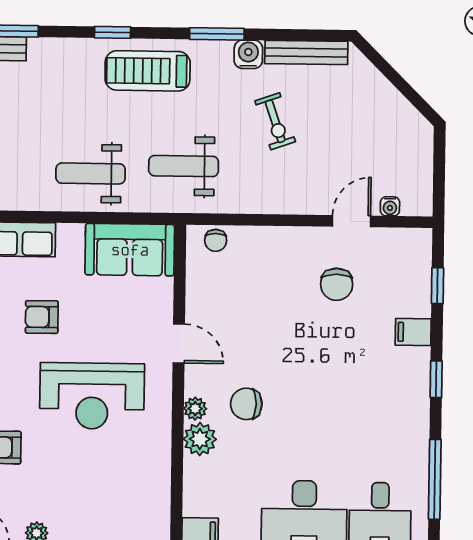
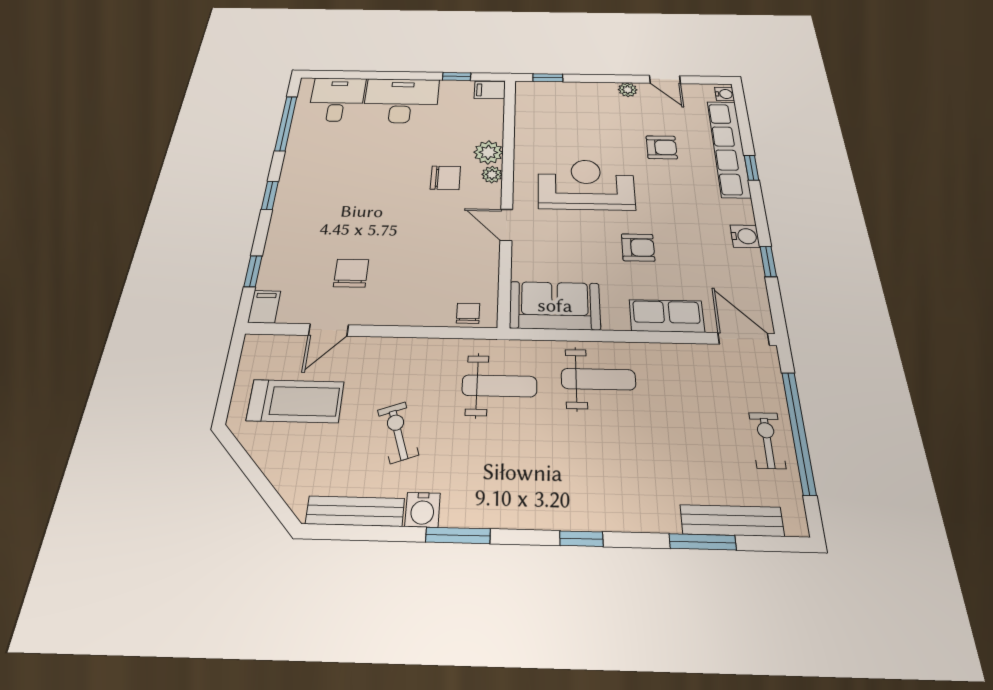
treadmill: (148, 71) -> (295, 401), moved
water cooler: (390, 206) -> (287, 344), removed
filing cabinet: (413, 332) -> (264, 307), moved, turned -90

